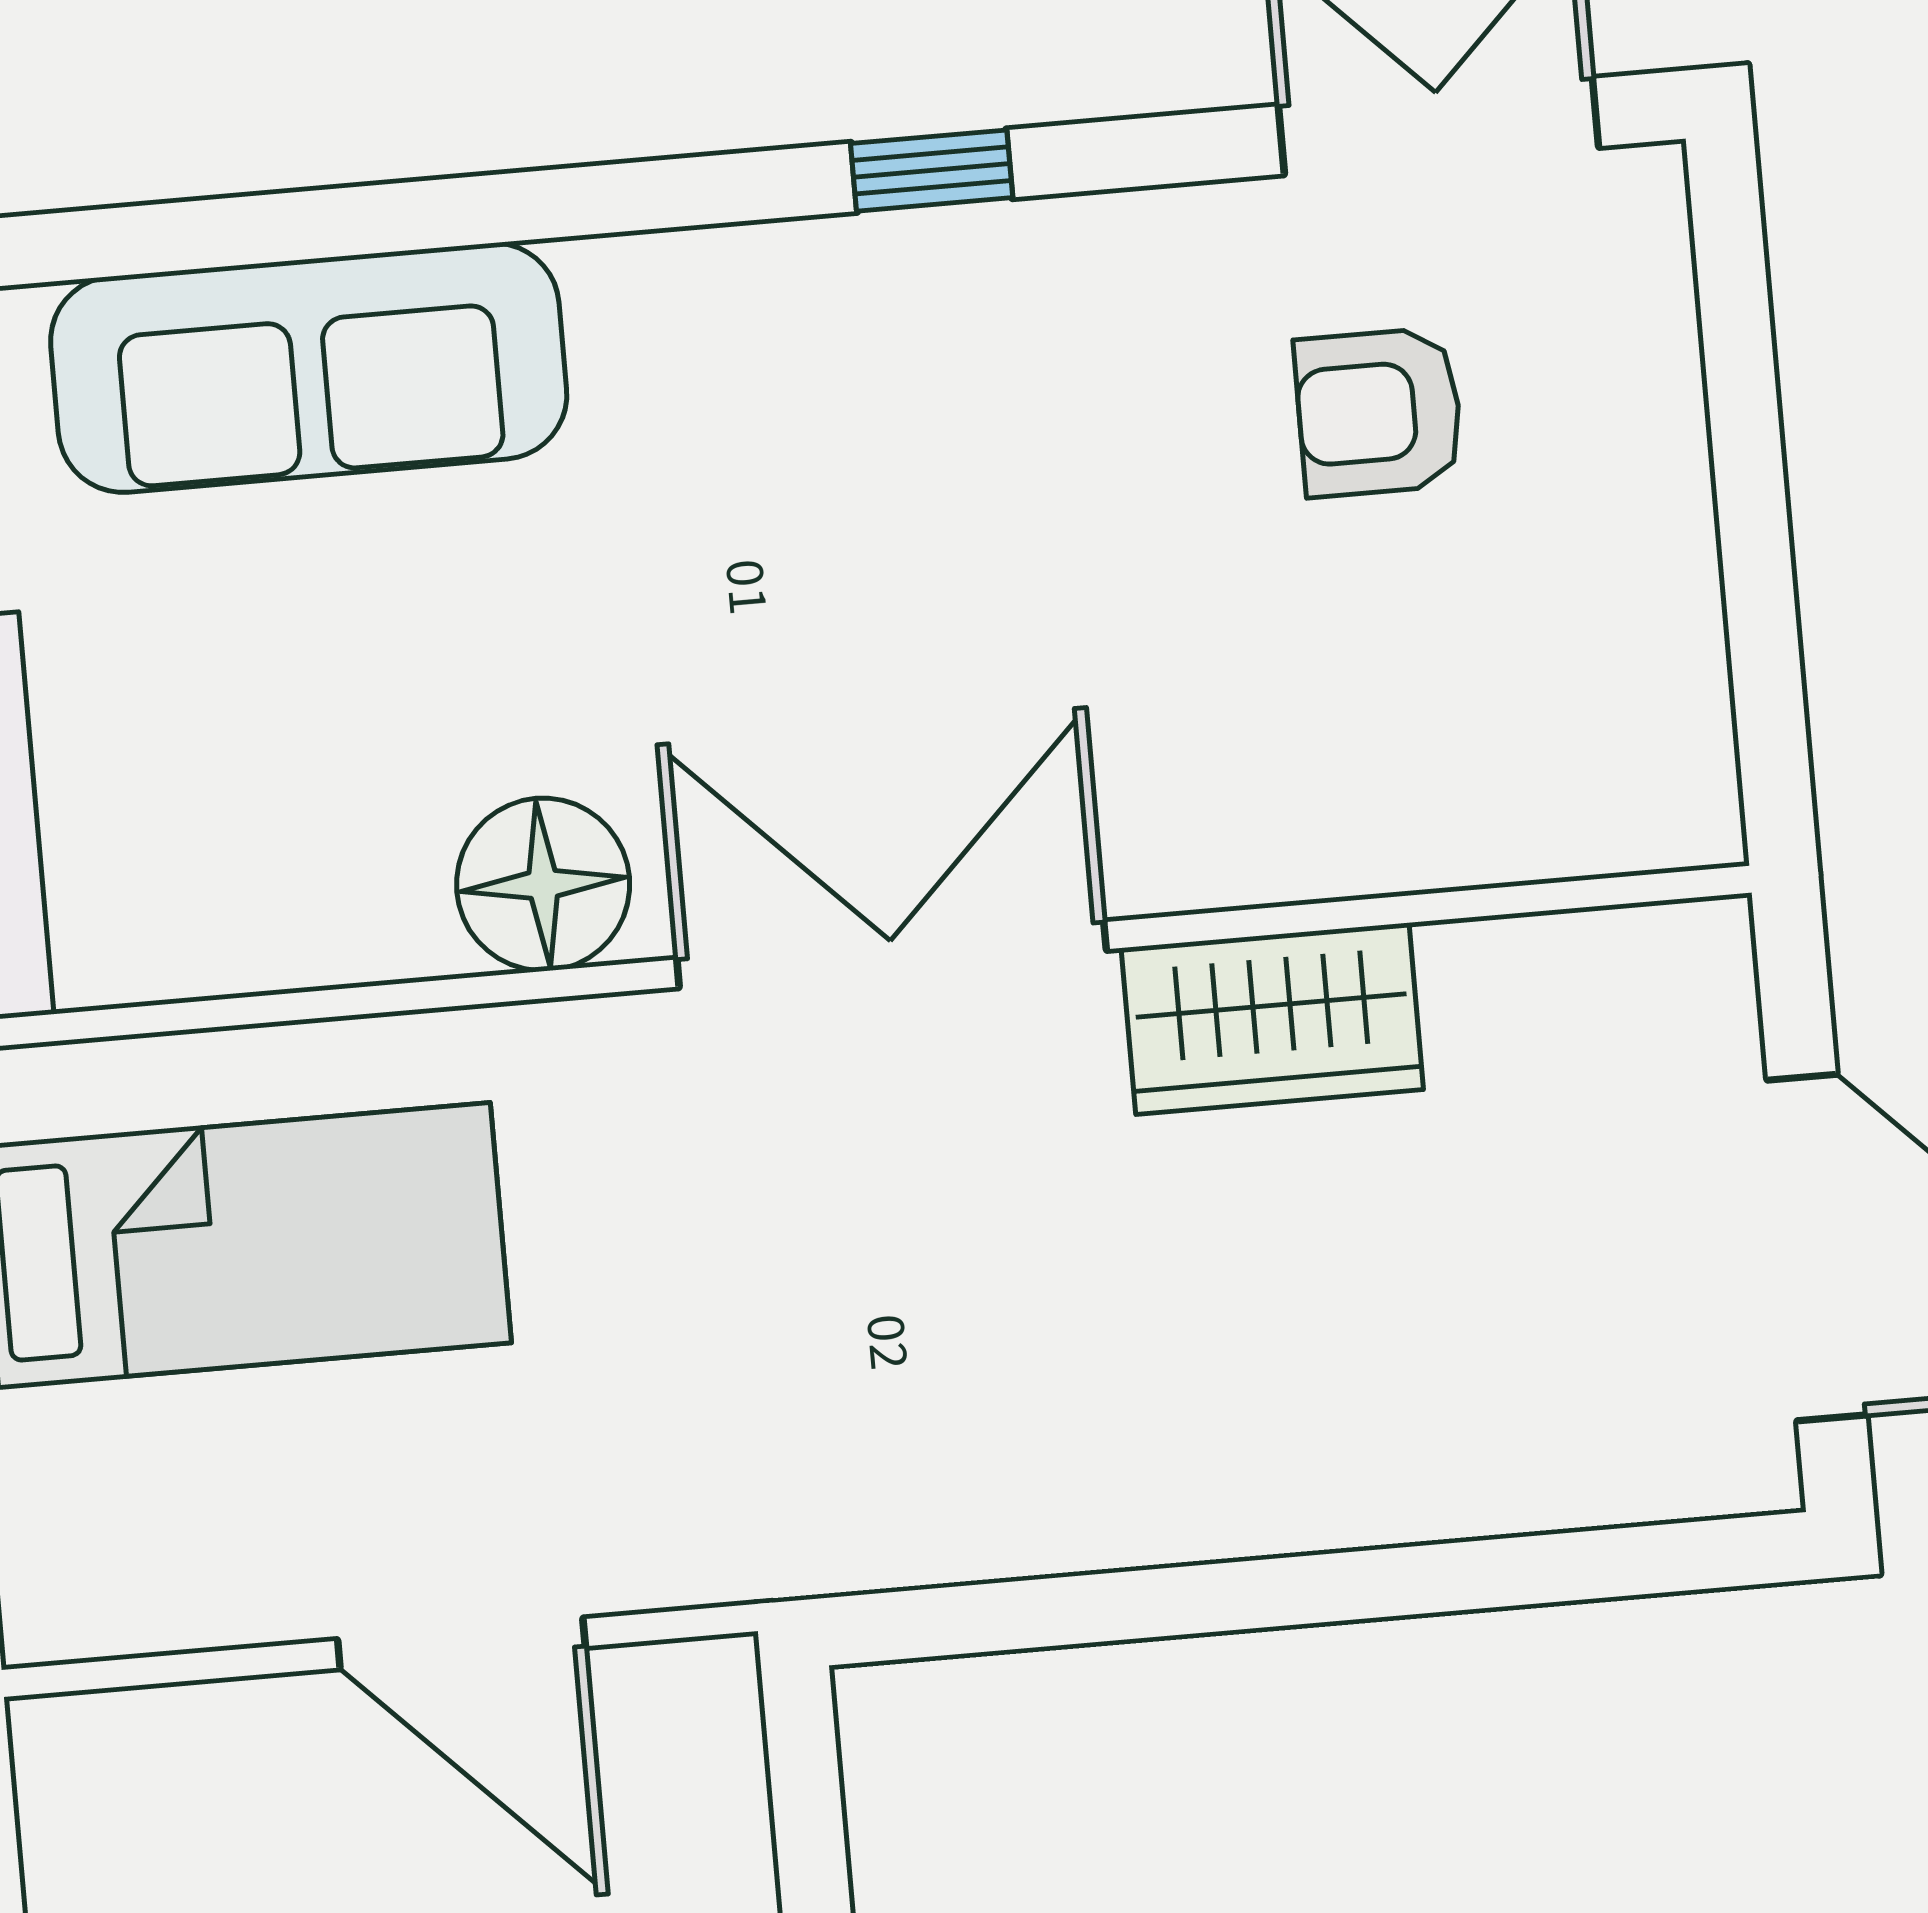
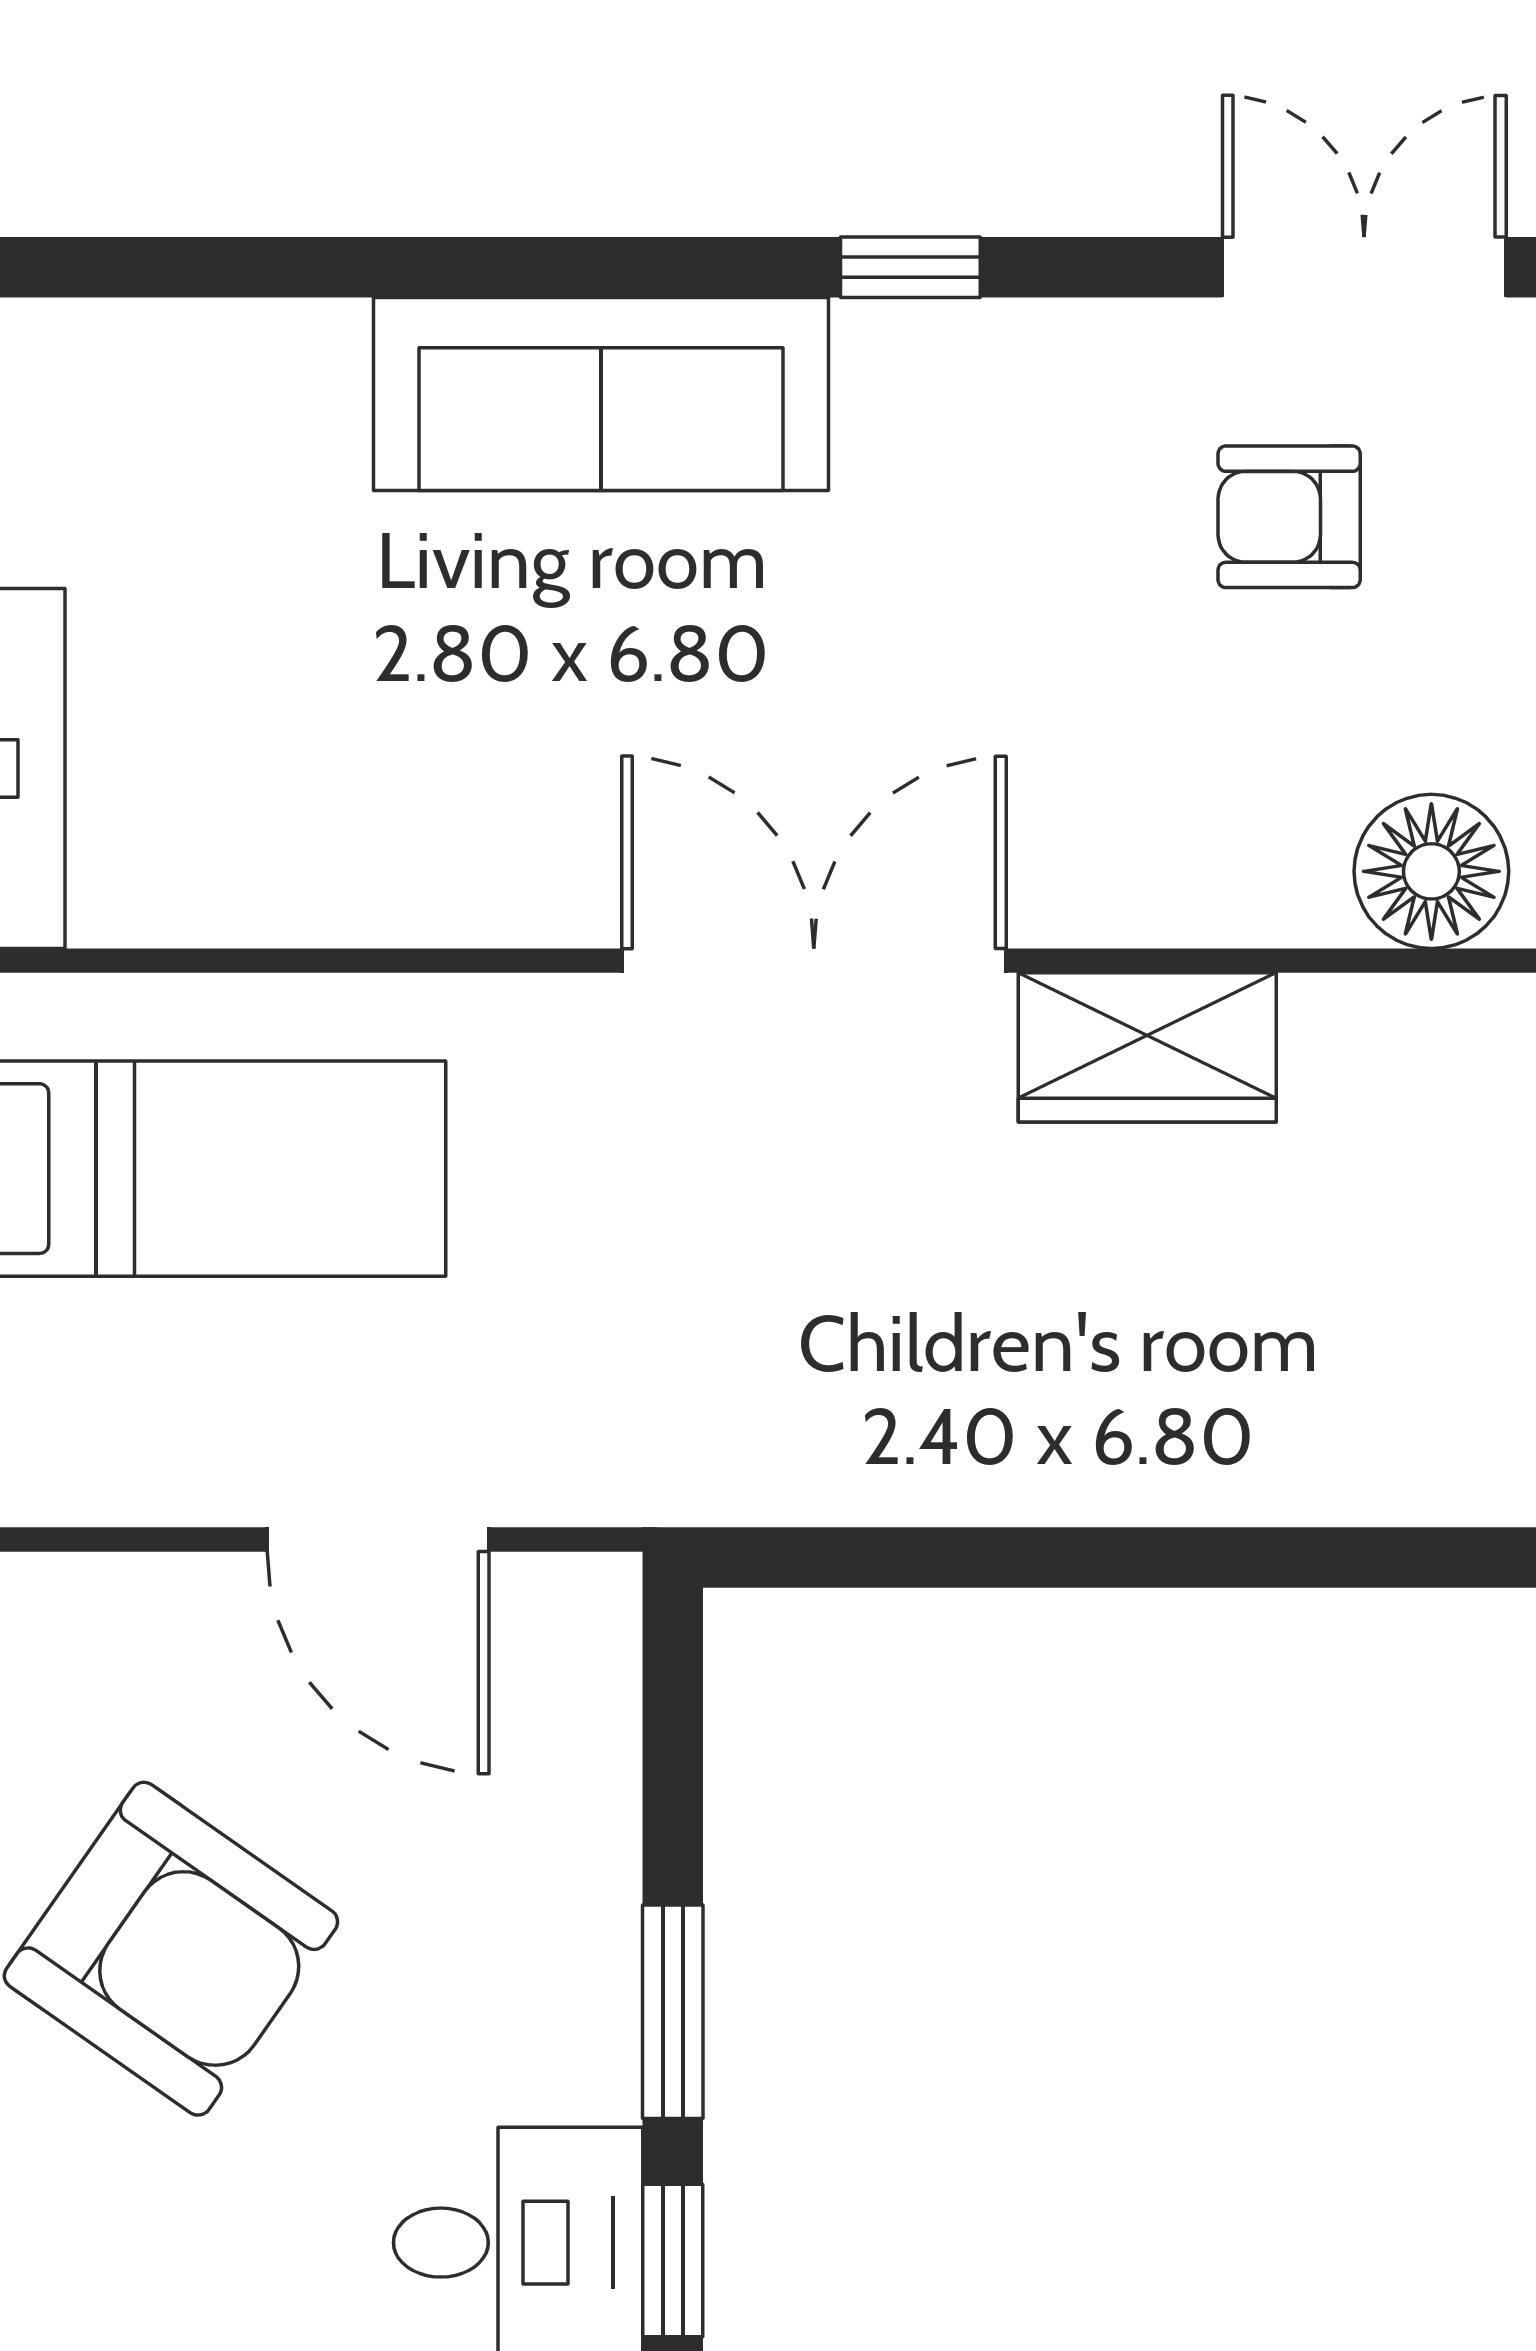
sofa: (309, 368) -> (601, 394), moved
floor lamp: (543, 884) -> (1431, 871), moved

